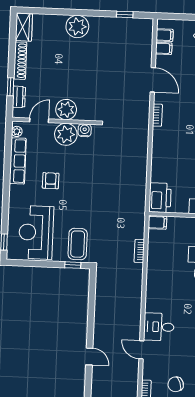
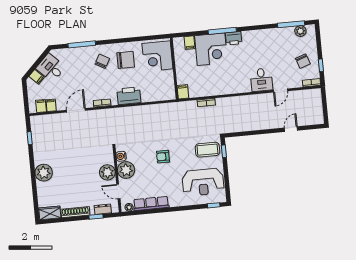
armchair: (51, 181) -> (163, 157), moved
printer: (160, 198) -> (129, 96), moved

